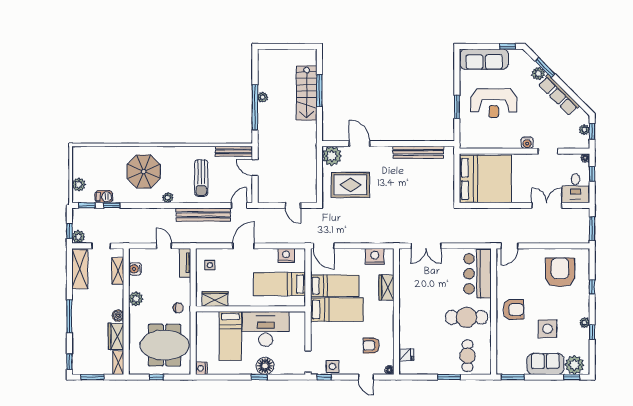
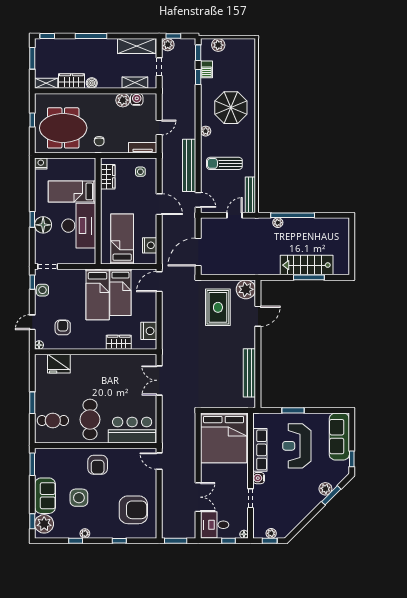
row of seats: (559, 95) -> (260, 450), moved, turned 135
plant: (263, 97) -> (278, 223), moved
door: (293, 205) -> (198, 252), width x1.87
plant: (136, 299) -> (123, 100), moved
meeting table: (165, 345) -> (63, 128), turned 90
fridge: (406, 355) -> (59, 364), width x1.88, depth x1.34

